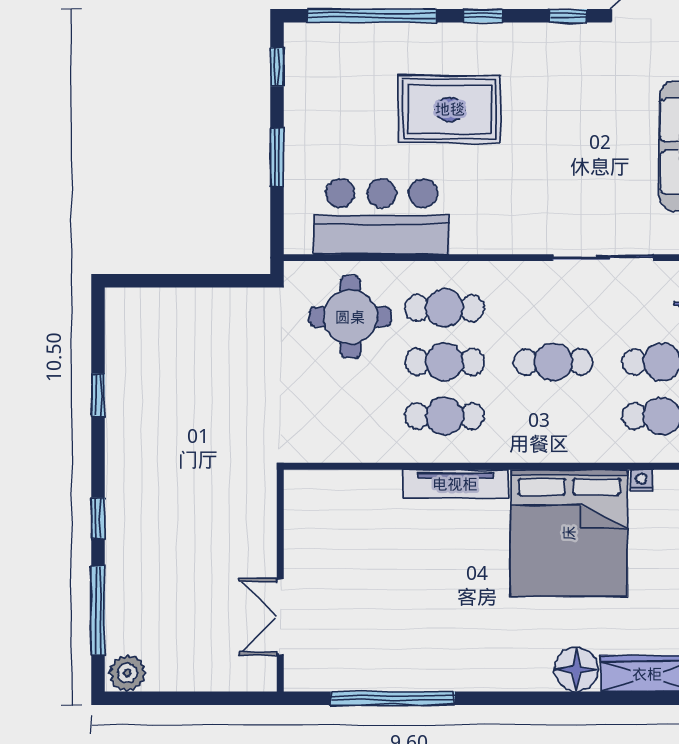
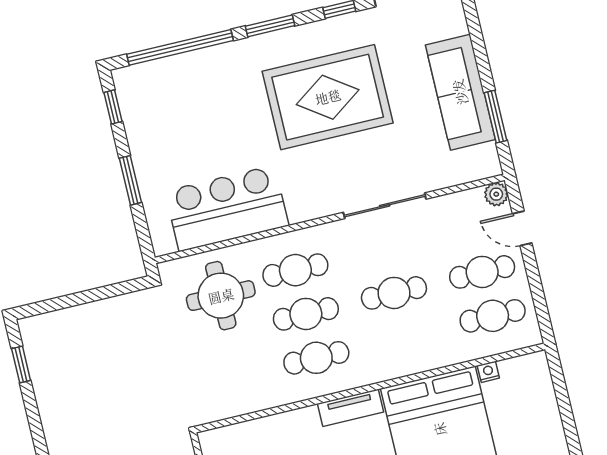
window: (483, 16) -> (270, 26), width x1.50
rug: (450, 109) -> (328, 97), moved, width x1.37, depth x1.44
sliding door: (603, 258) -> (385, 206), moved
window: (98, 395) -> (21, 364), moved
tv unit: (455, 484) -> (351, 408), width x0.71

